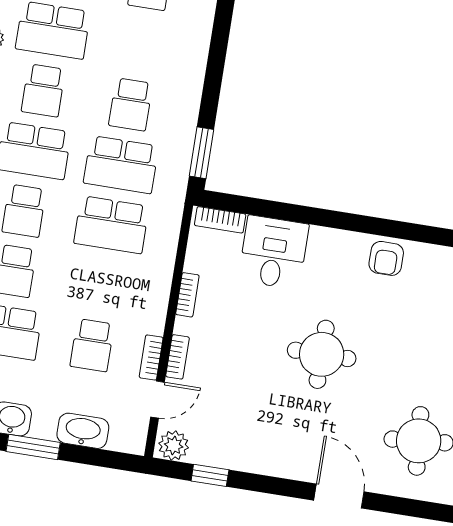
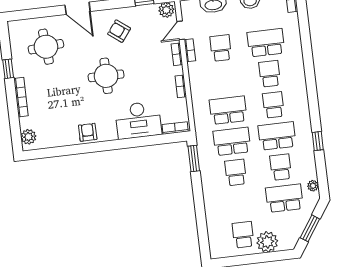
desk: (274, 252) -> (138, 120), width x1.37
armchair: (273, 431) -> (119, 31), added

